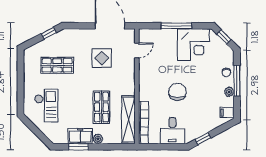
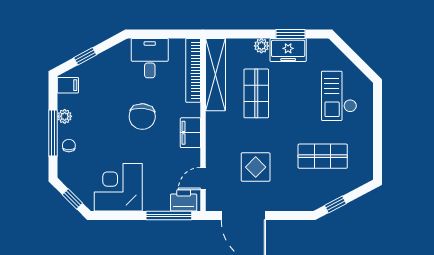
window: (176, 26) -> (169, 215), moved
printer: (150, 36) -> (184, 200), added
filing cabinet: (145, 81) -> (190, 133), added
window: (203, 139) -> (85, 56), moved

